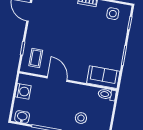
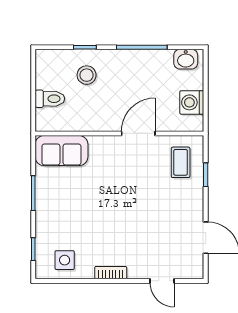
door: (57, 79) -> (138, 133), swing flipped
toilet: (107, 94) -> (50, 99), moved

